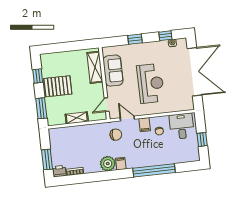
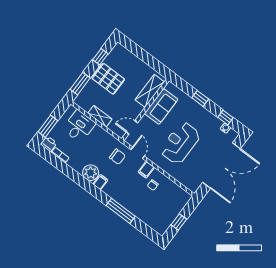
reception desk: (151, 83) -> (180, 143), turned 180
desk: (182, 126) -> (79, 126), moved
window: (154, 170) -> (121, 211), width x0.68

